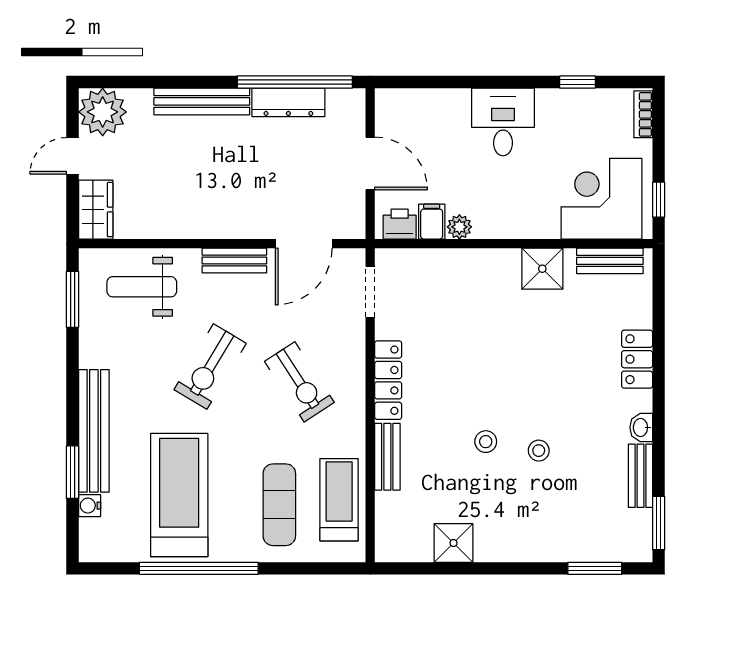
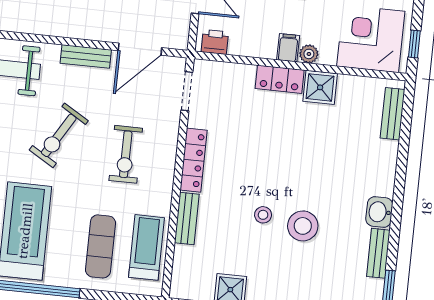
filing cabinet: (432, 222) -> (288, 48), moved
plant: (459, 227) -> (309, 54), moved
bench: (610, 261) -> (393, 114), moved, turned 90
locker: (637, 359) -> (280, 79), moved, turned -90
exercise bike: (299, 382) -> (126, 154), turned 33
washbasin: (641, 427) -> (379, 212), width x1.38, depth x1.45
stool: (539, 451) -> (303, 226), width x1.89, depth x1.89

